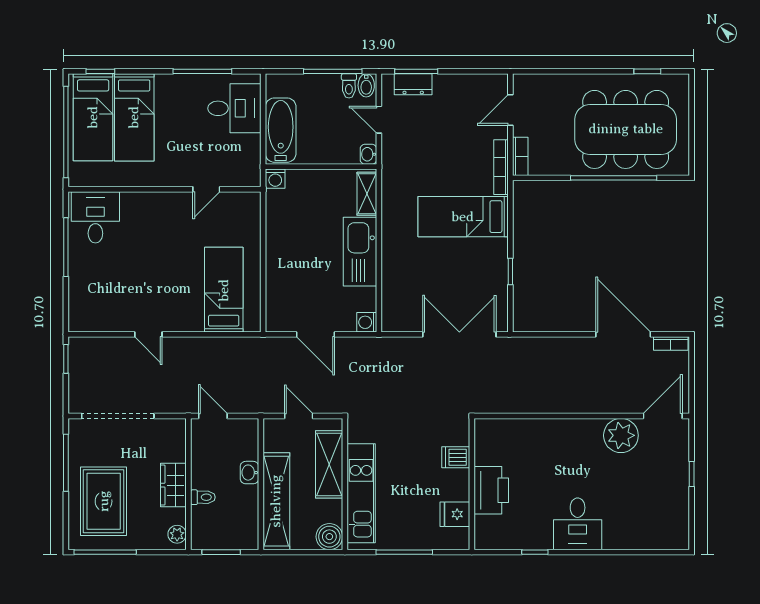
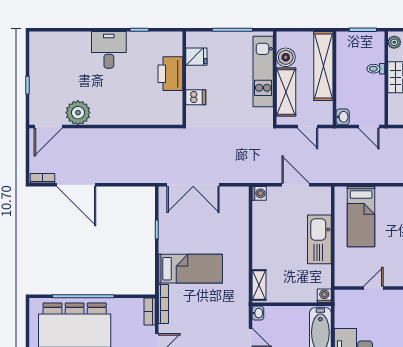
kitchen sink: (360, 252) -> (319, 239), moved, turned 180
washbasin: (249, 473) -> (343, 117), moved
boiler: (329, 537) -> (286, 57), moved

